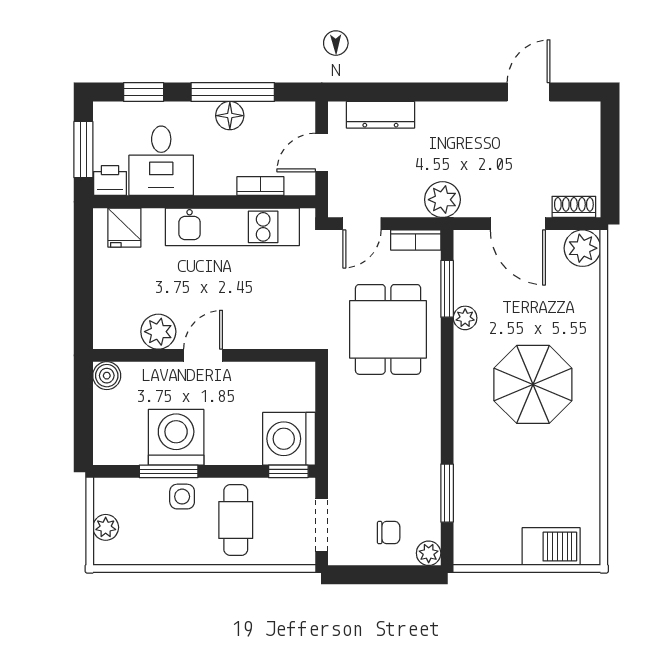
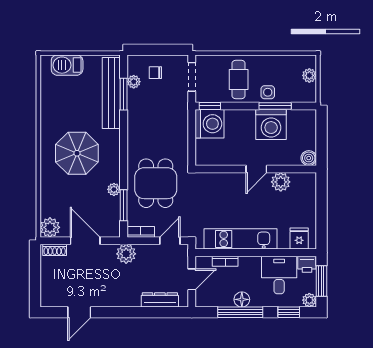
plant: (106, 114) -> (309, 300), added
bench: (470, 495) -> (111, 93), added
plant: (429, 553) -> (134, 82), moved

